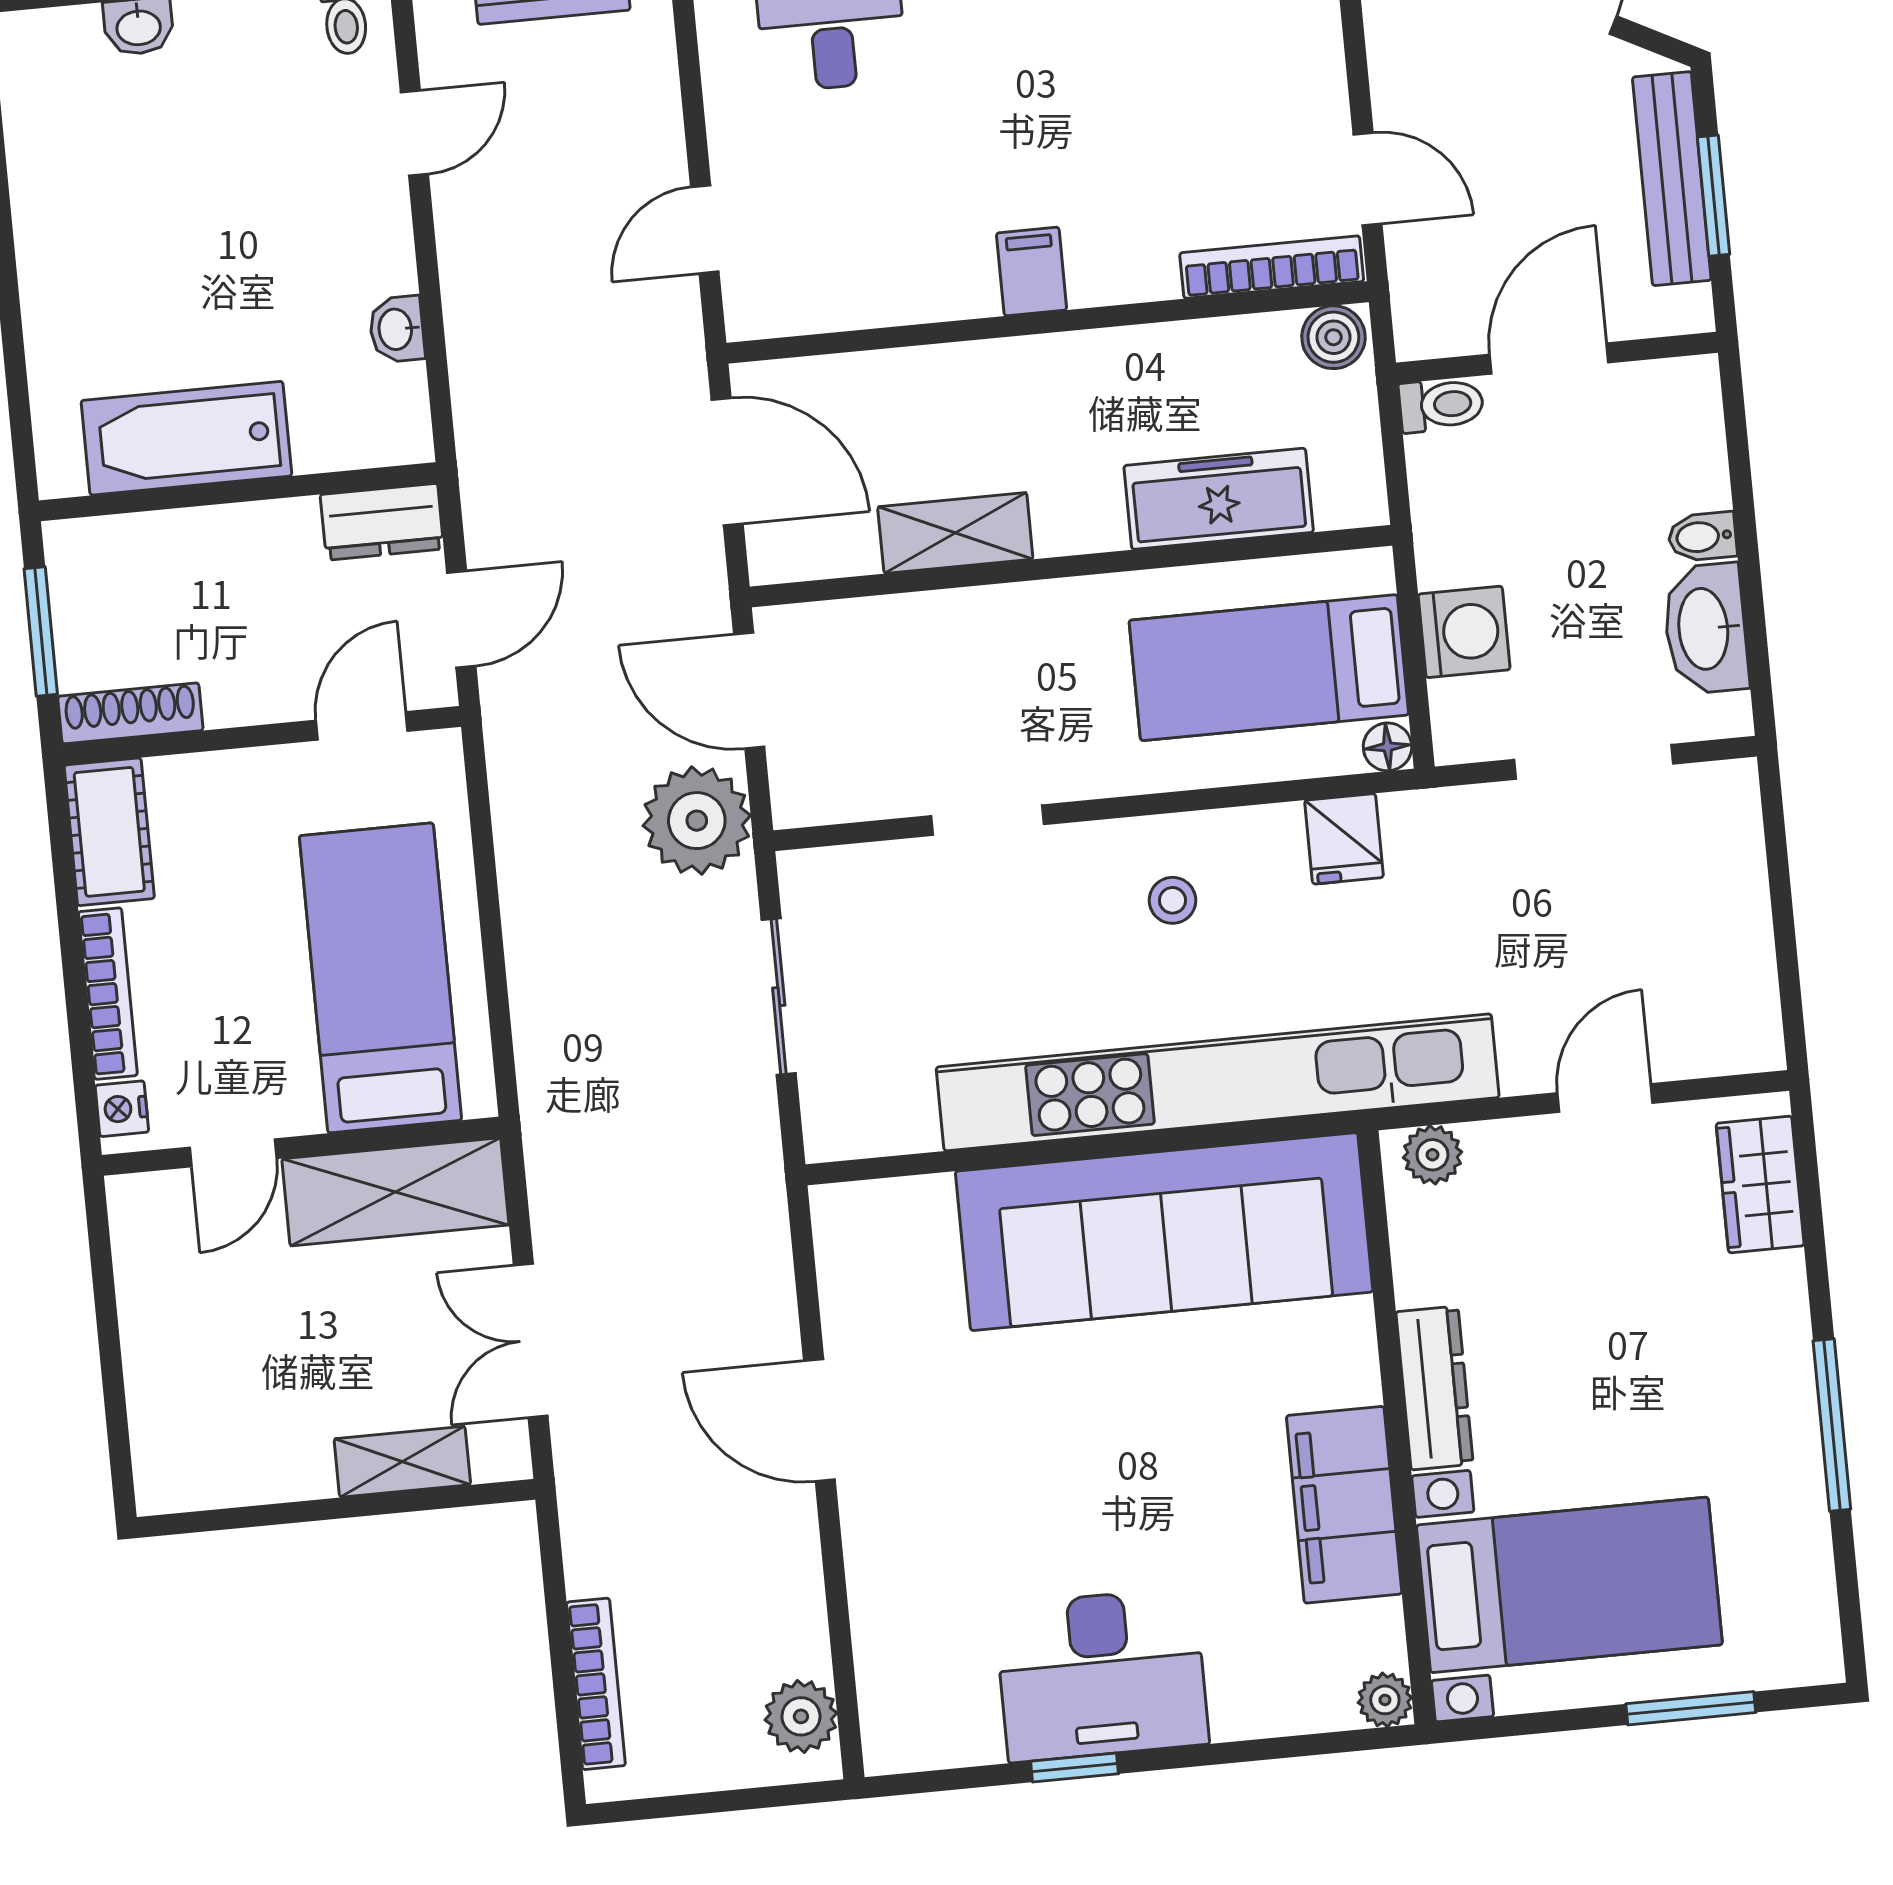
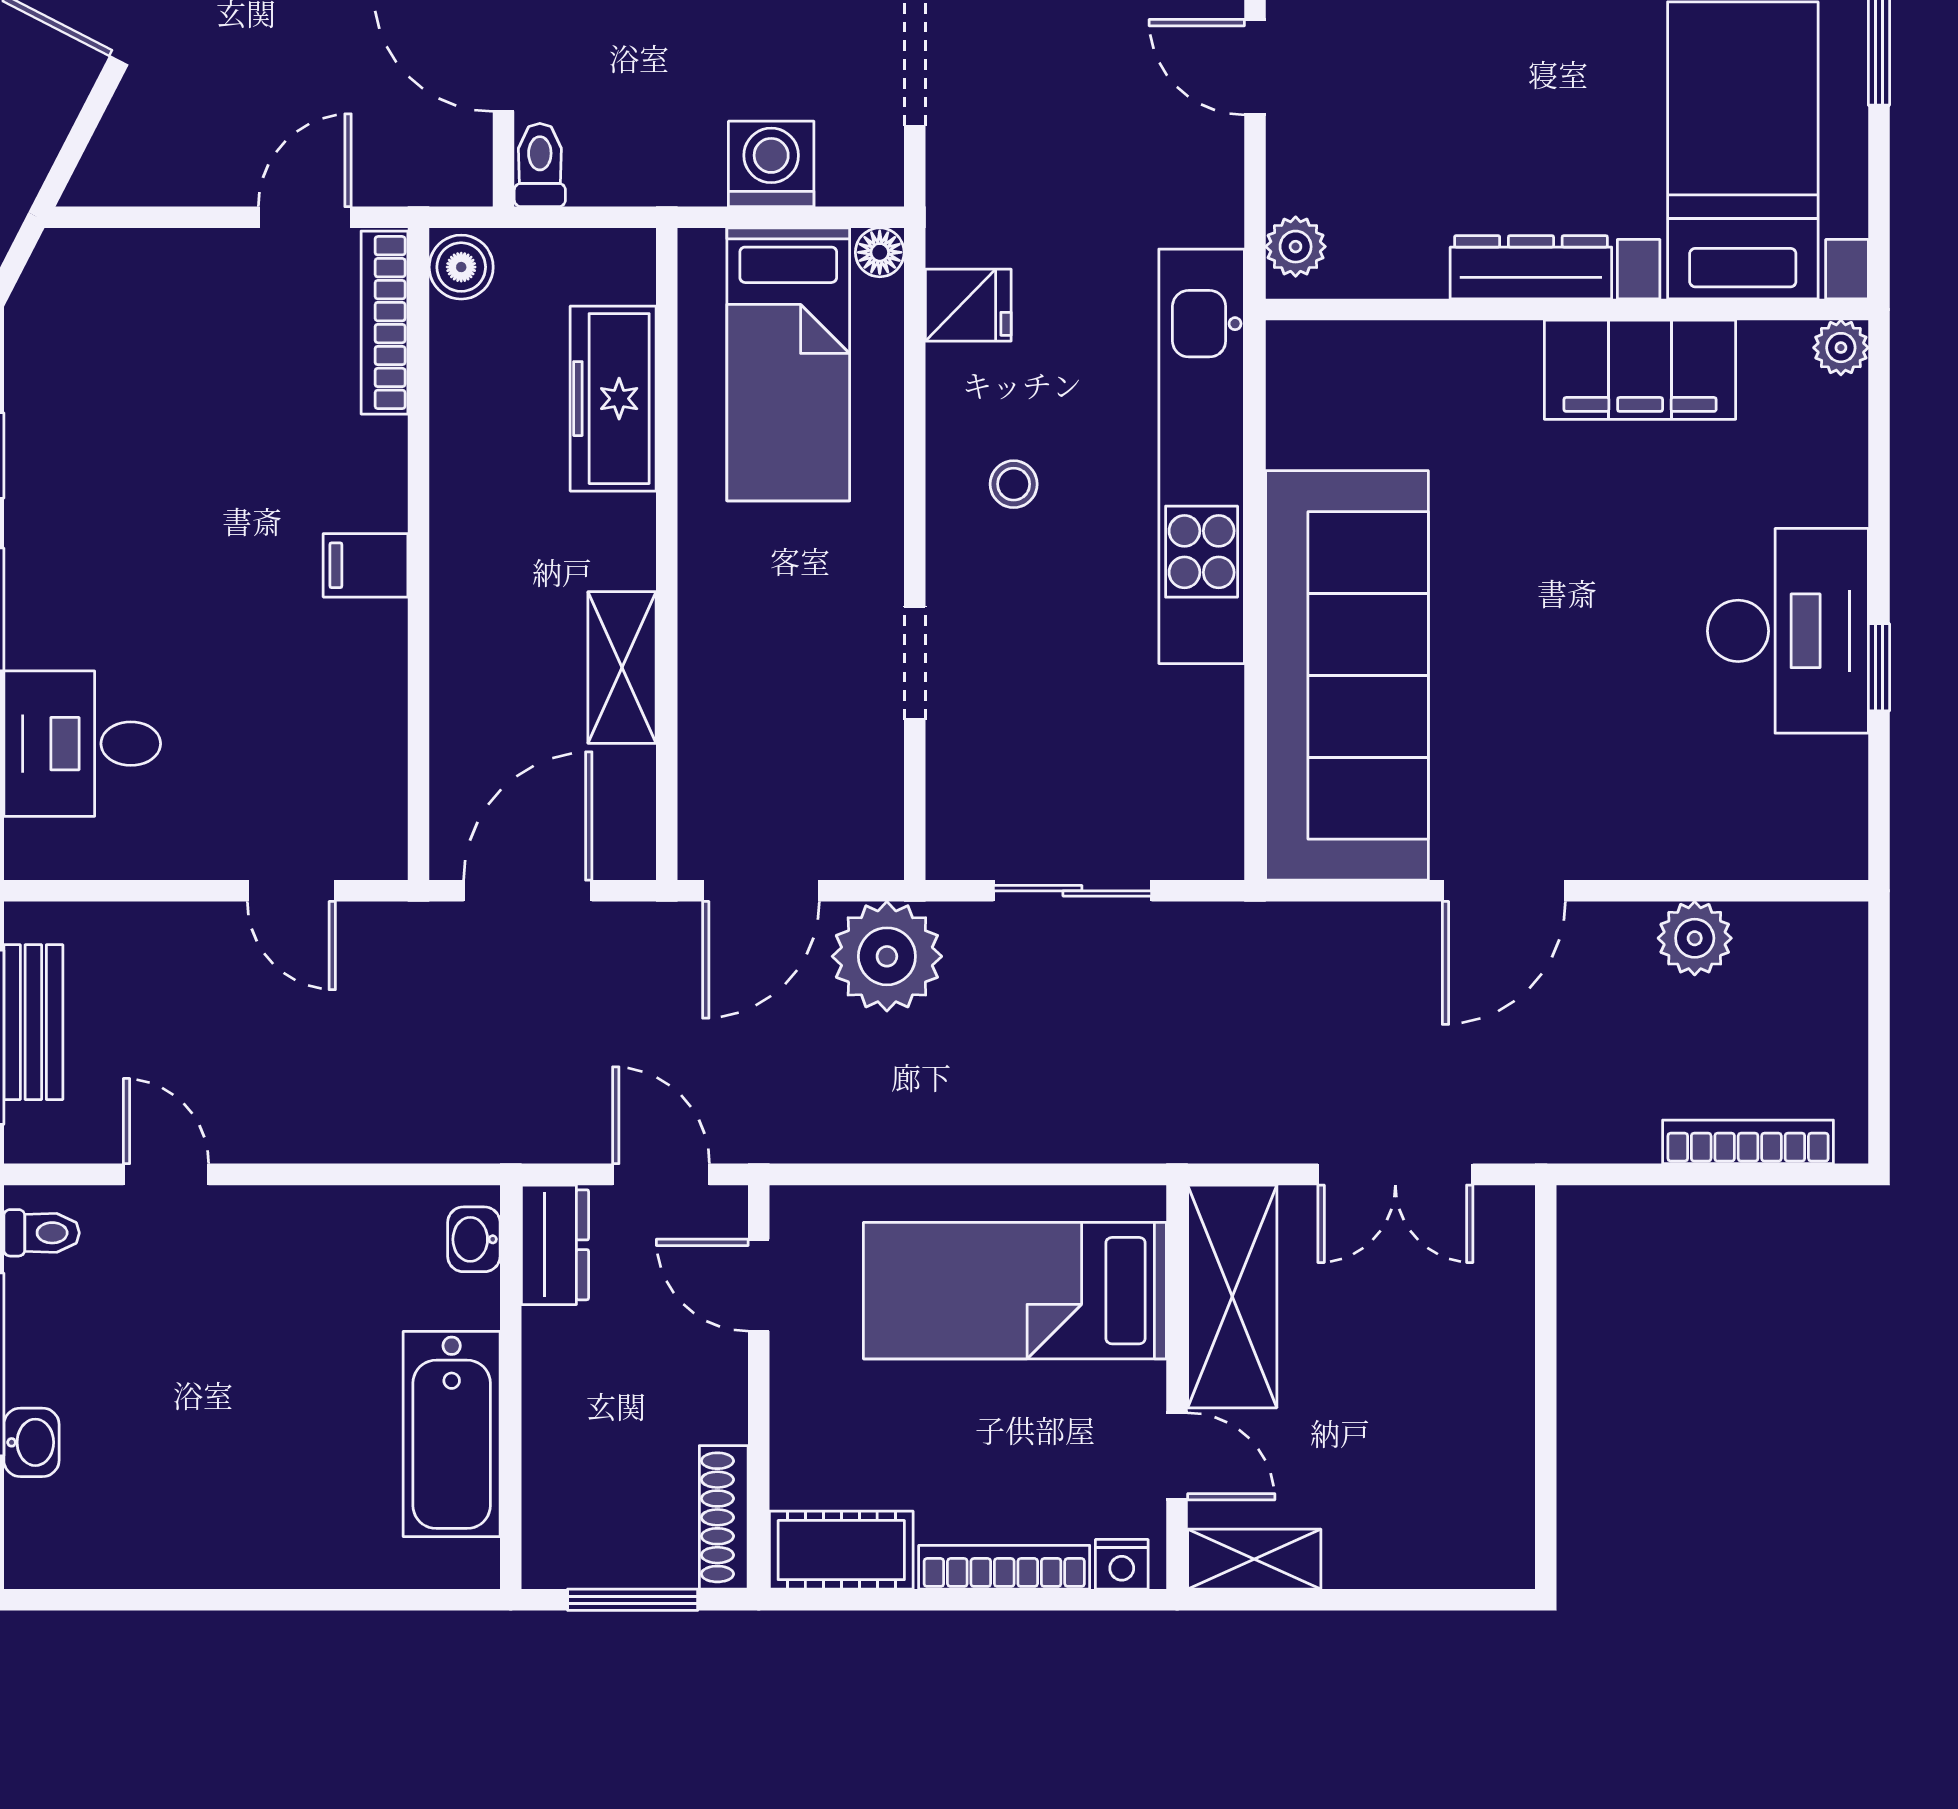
washbasin: (397, 329) -> (474, 1239), moved, turned 90
kitchen unit: (1218, 1082) -> (1202, 456), width x0.73
sofa: (1164, 1232) -> (1347, 675), moved
shelving: (402, 1462) -> (1254, 1559), moved, turned 90
plant: (801, 1716) -> (1695, 938), moved

